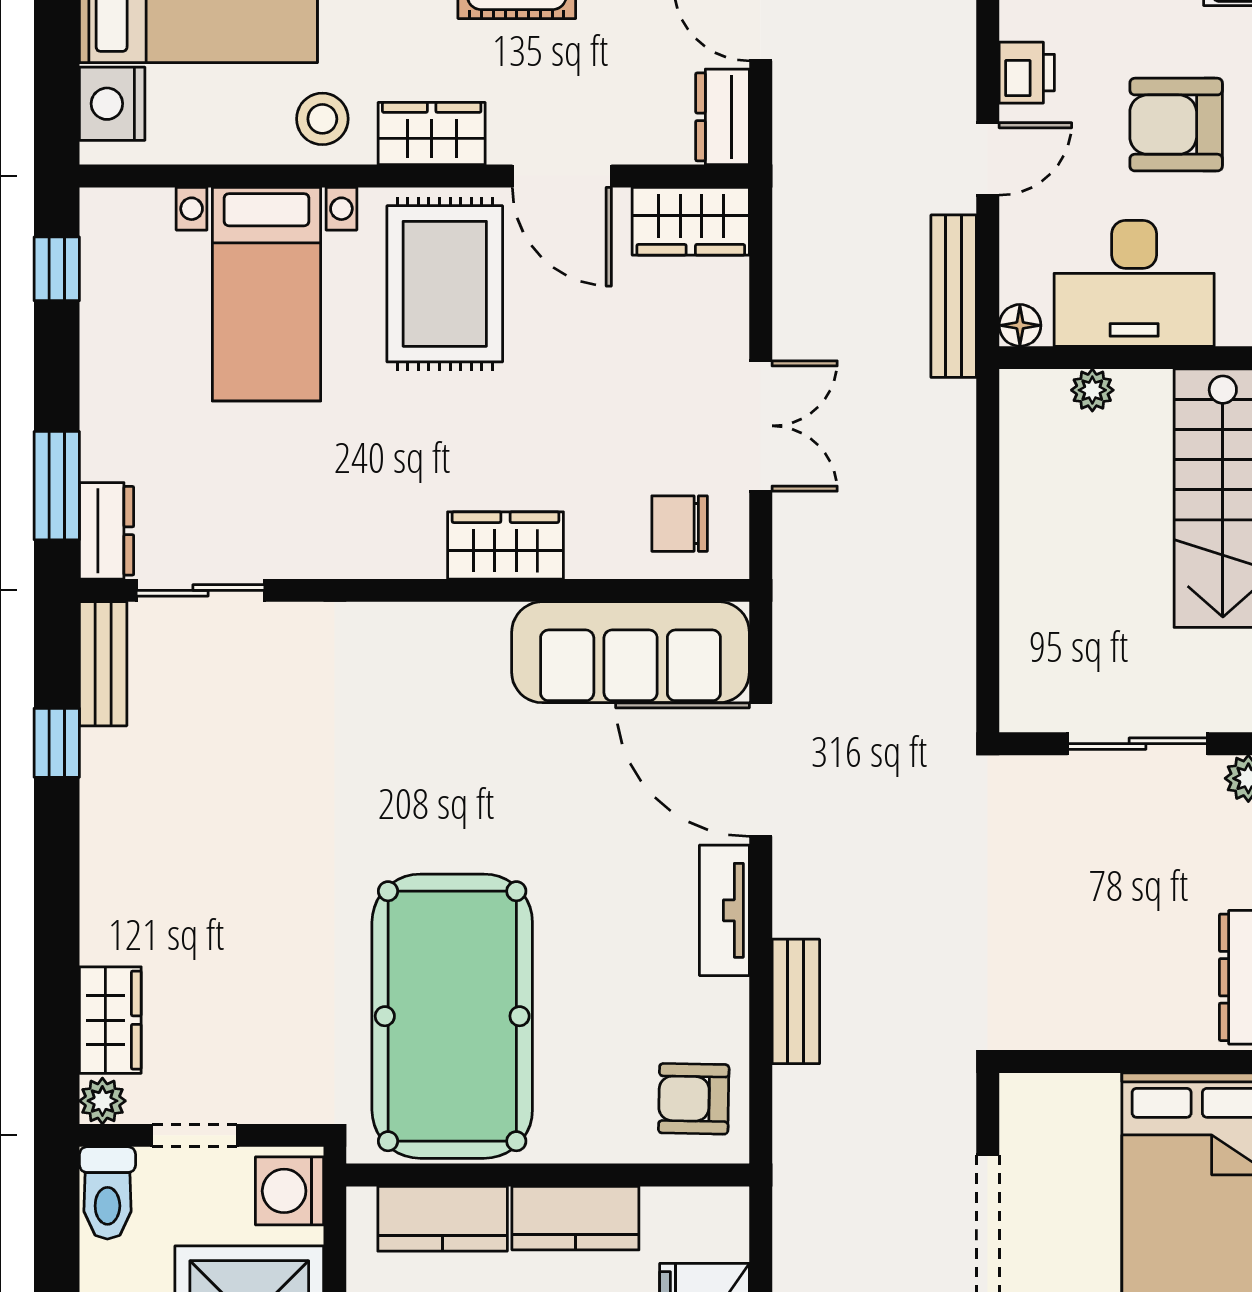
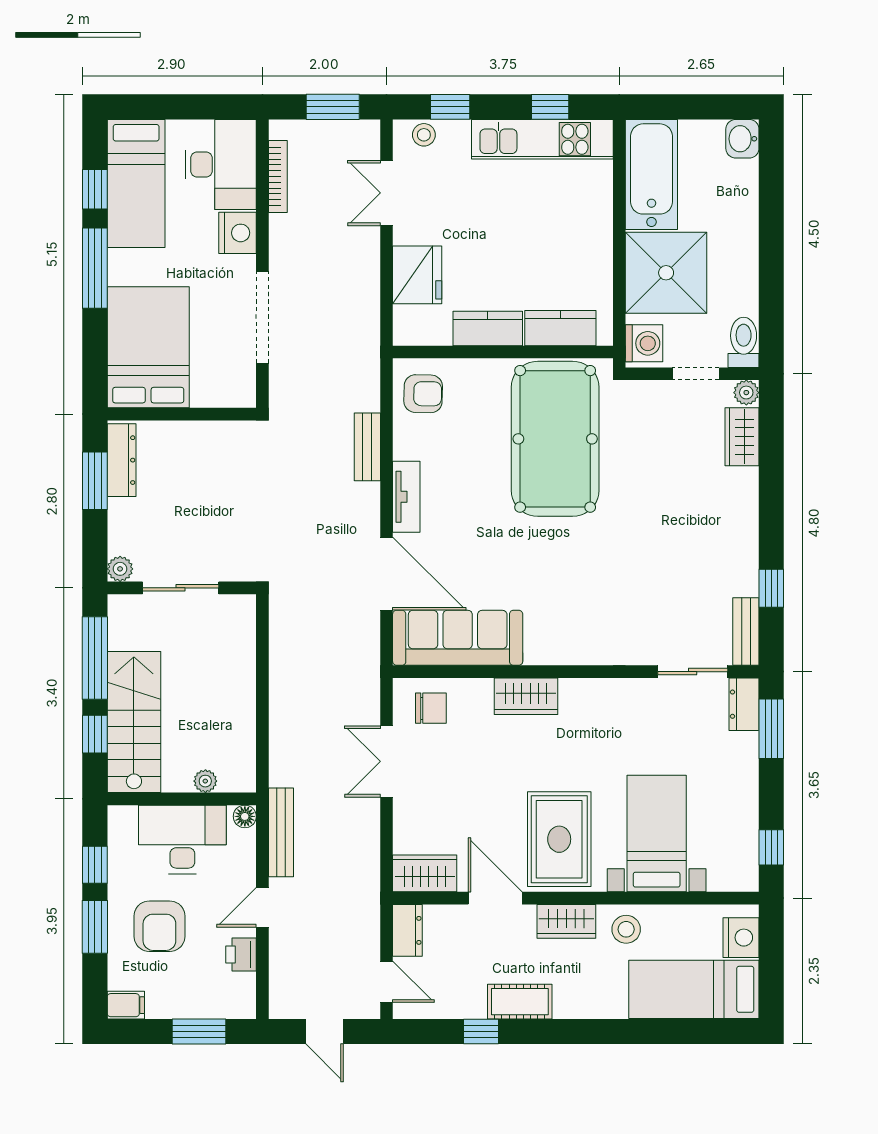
armchair: (1176, 125) -> (159, 926), turned 90

